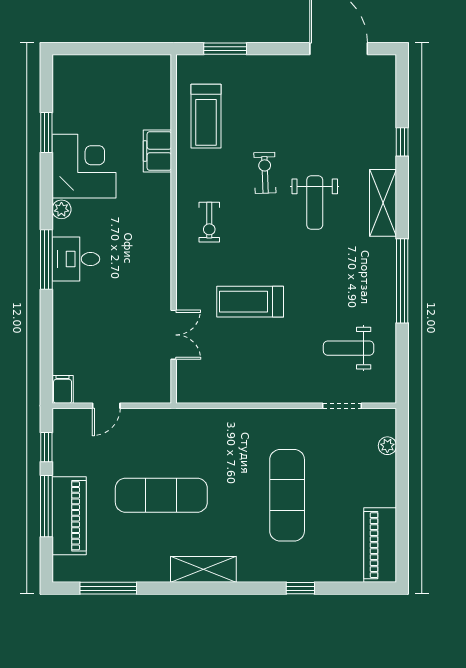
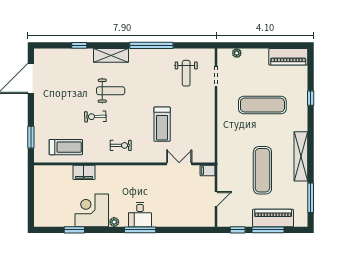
filing cabinet: (63, 389) -> (208, 170), moved
door: (106, 406) -> (216, 199), hinge flipped
shelving: (203, 569) -> (301, 156), width x1.47

